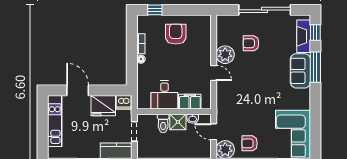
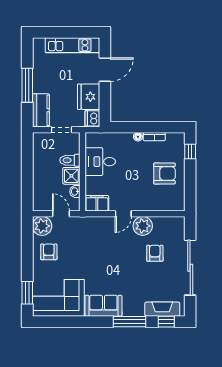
sofa: (300, 71) -> (103, 306), moved
filing cabinet: (190, 102) -> (97, 203), moved, turned -90
door: (214, 132) -> (61, 214), hinge flipped

